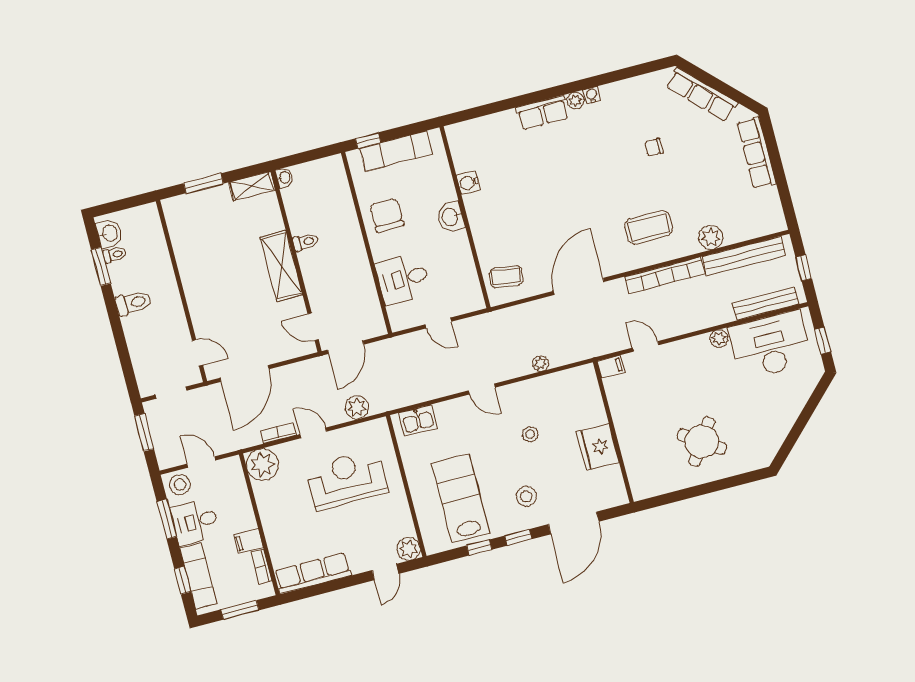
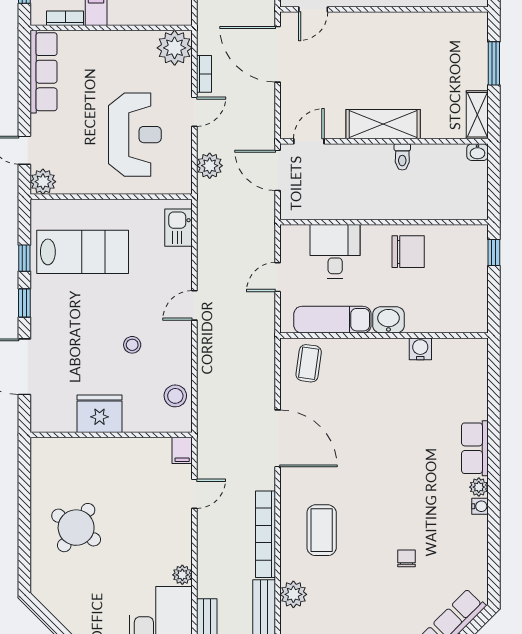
exam couch: (396, 151) -> (332, 320), moved, turned 90
plant: (541, 364) -> (205, 376), removed
stool: (526, 496) -> (175, 396), moved

